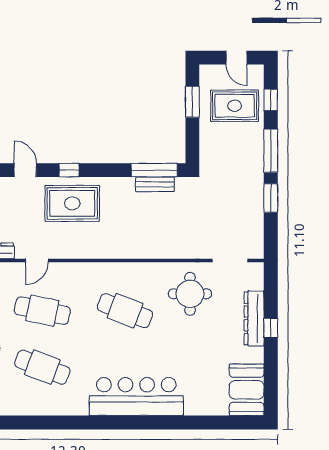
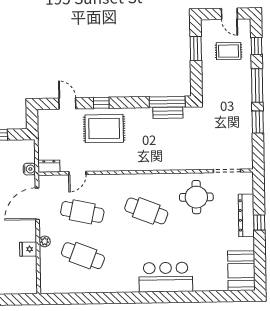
rug: (235, 106) -> (229, 51), width x0.73, depth x0.70
bar counter: (136, 396) -> (166, 277), width x0.73

